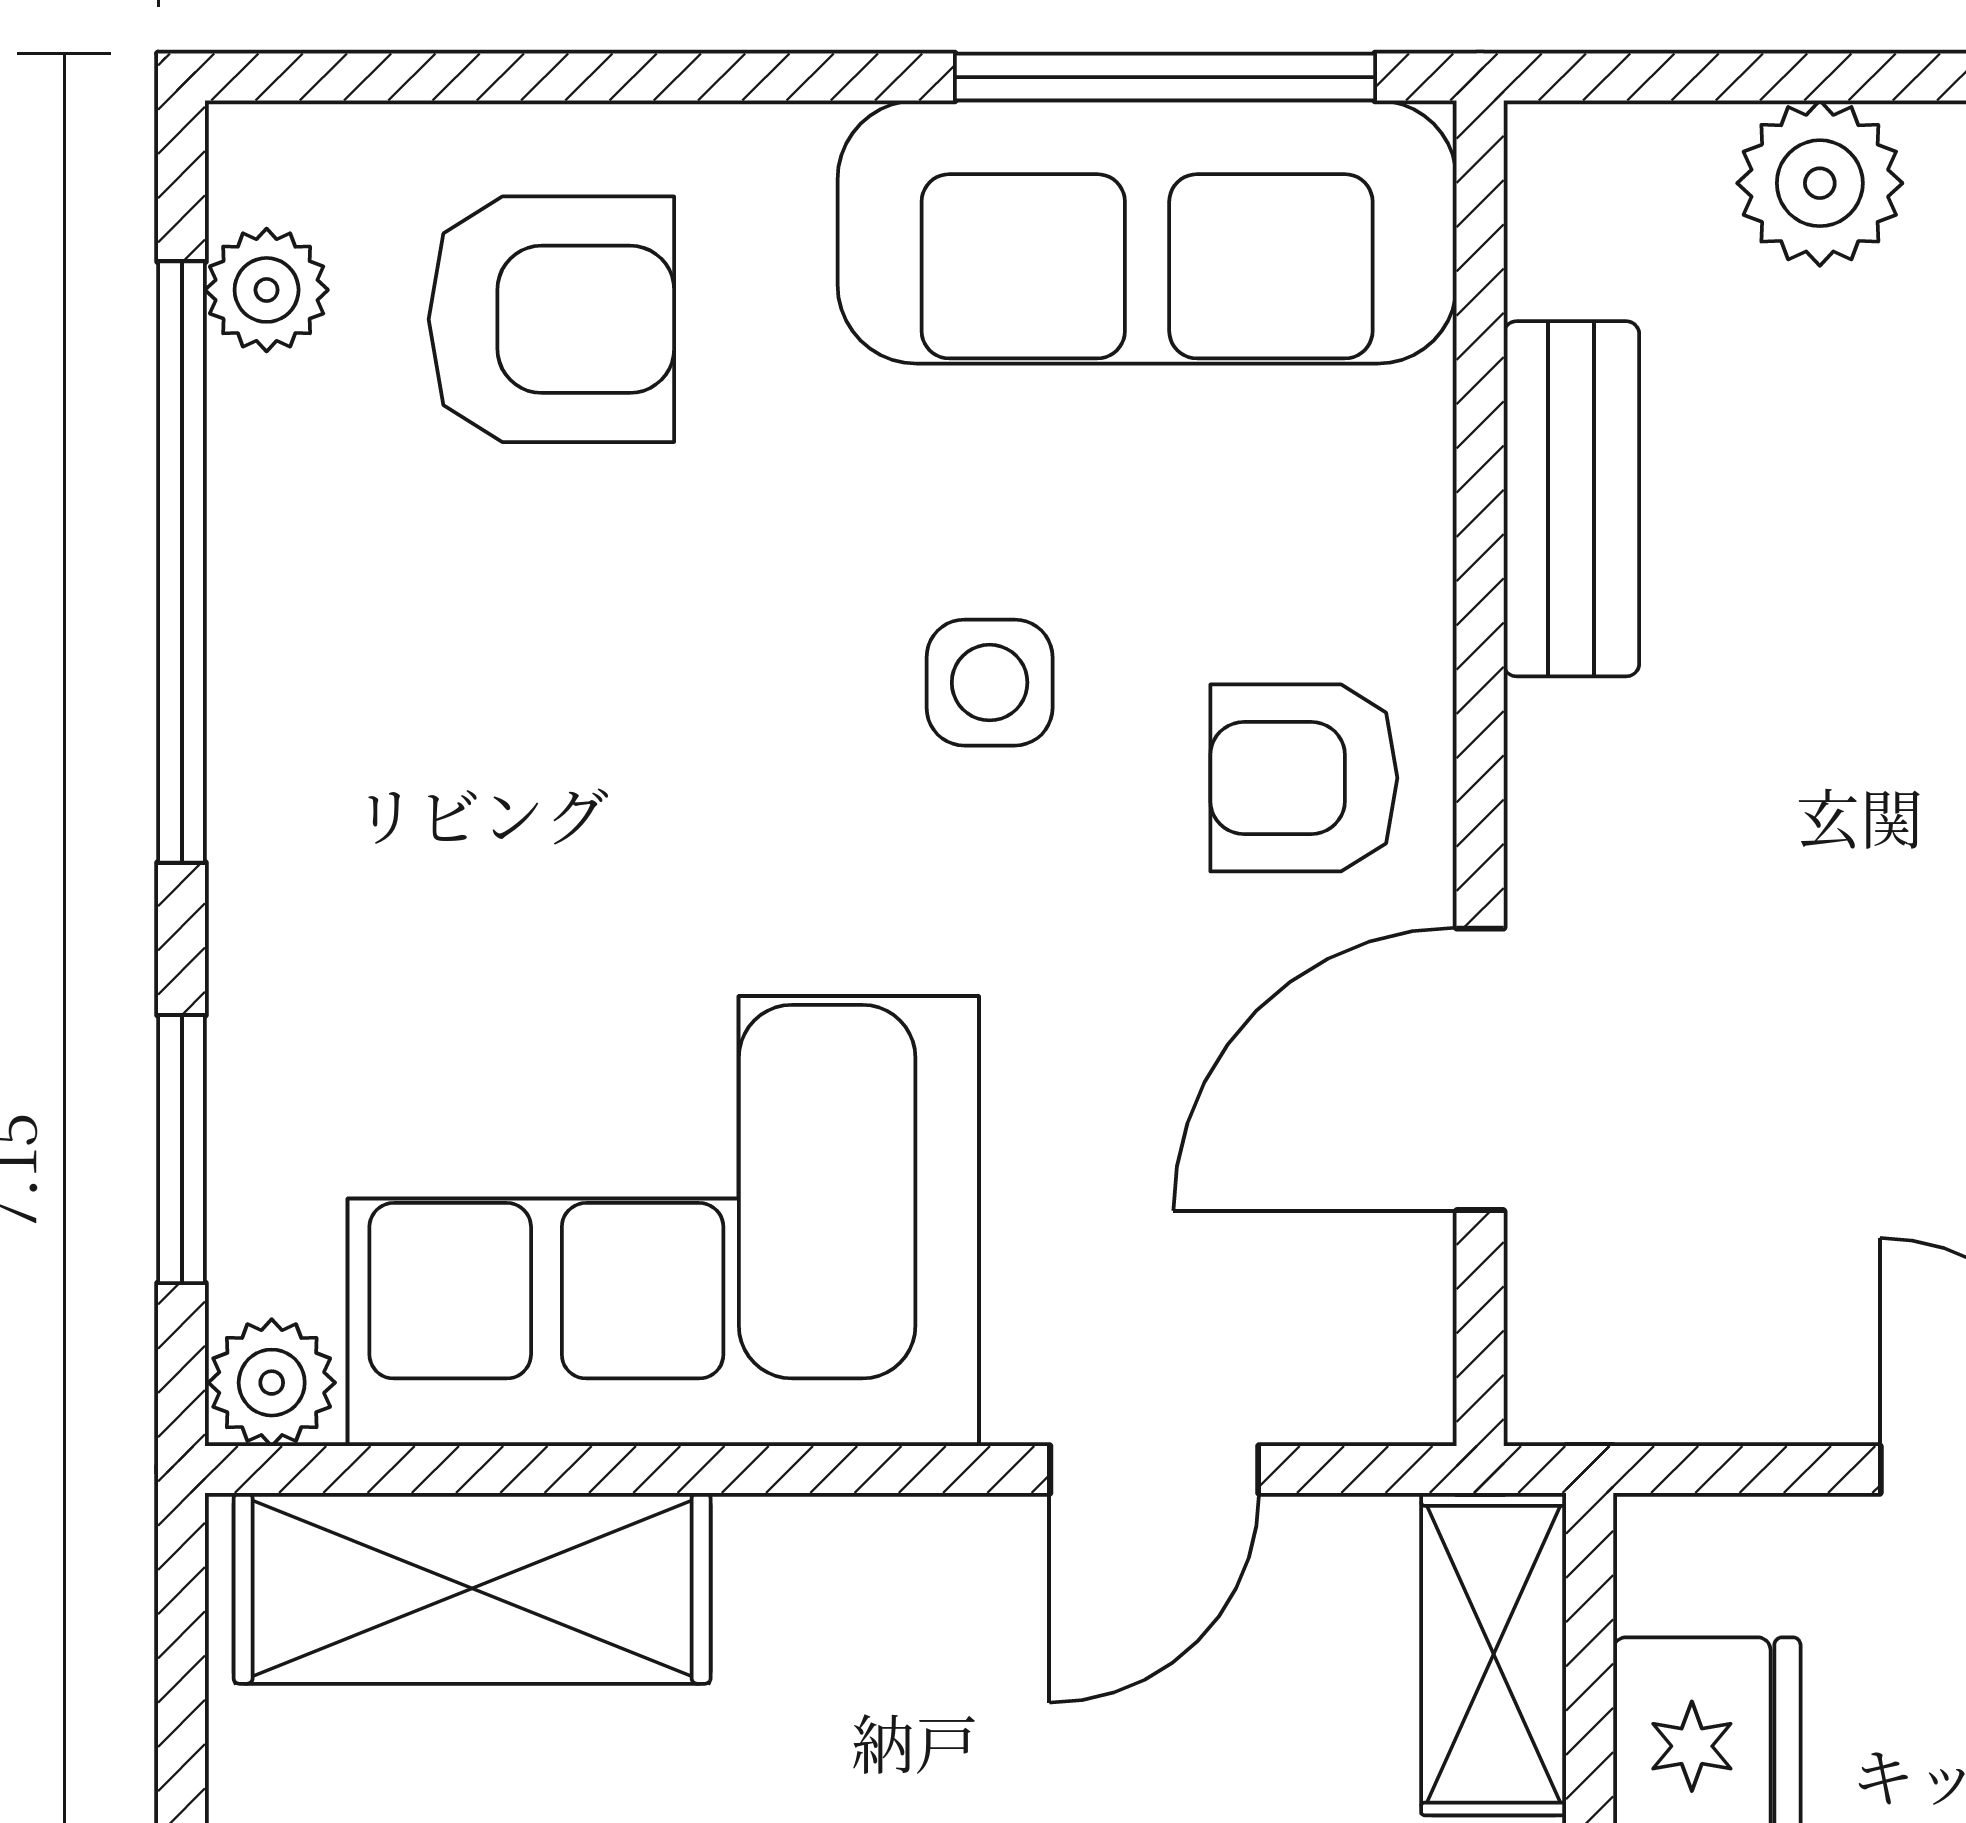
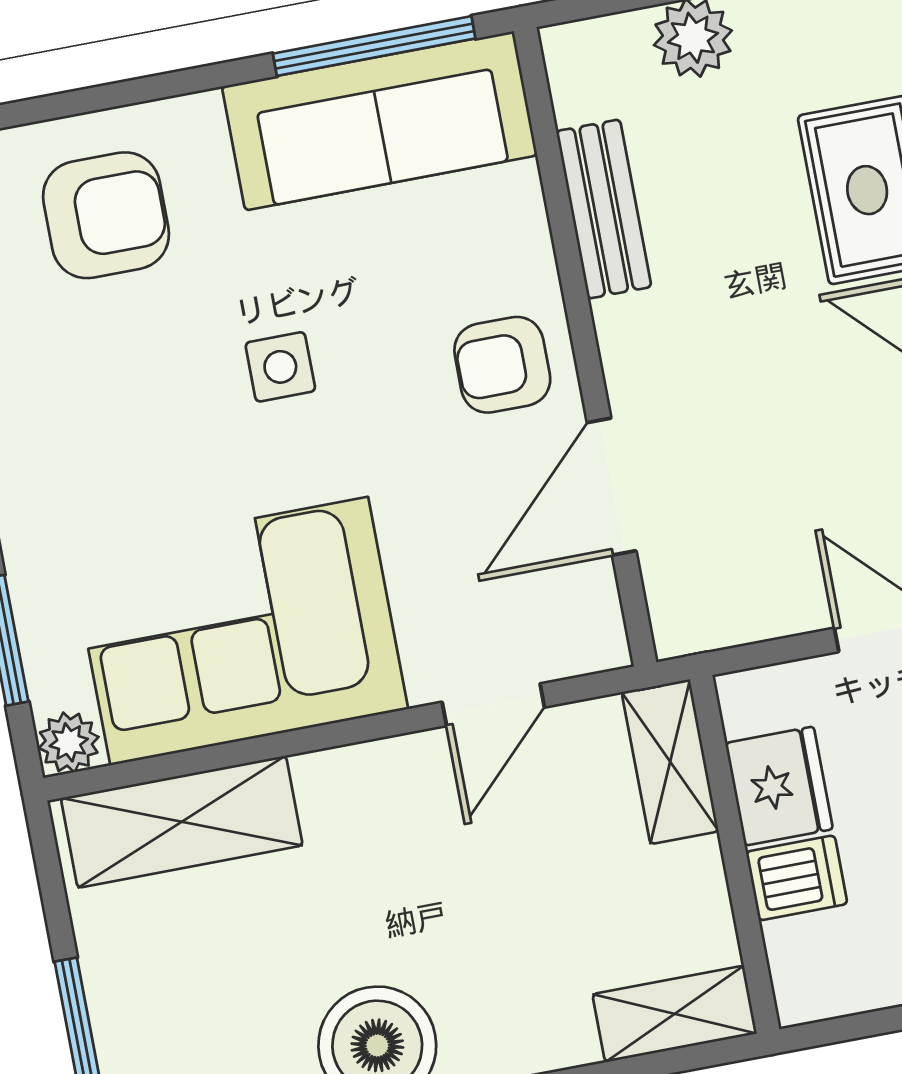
side table: (990, 683) -> (280, 367), moved

